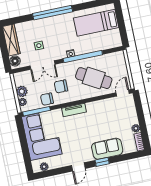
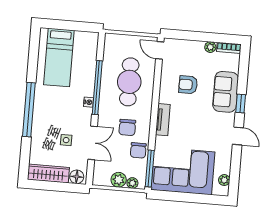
cafe table: (94, 78) -> (129, 82), turned -30
armchair: (104, 121) -> (188, 85), added

